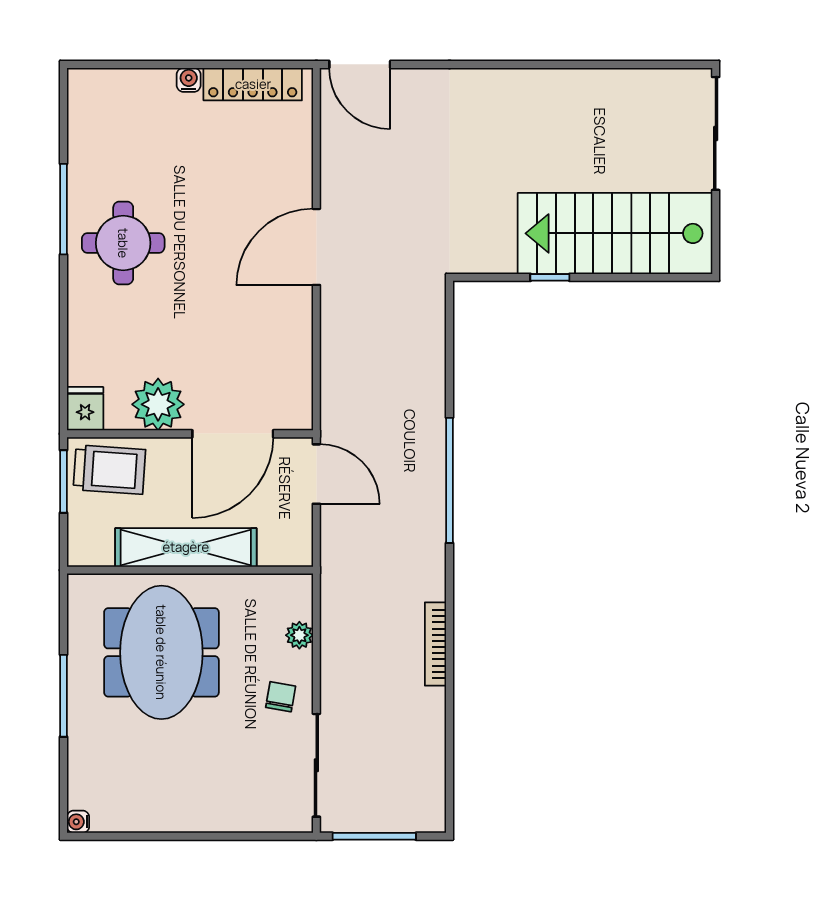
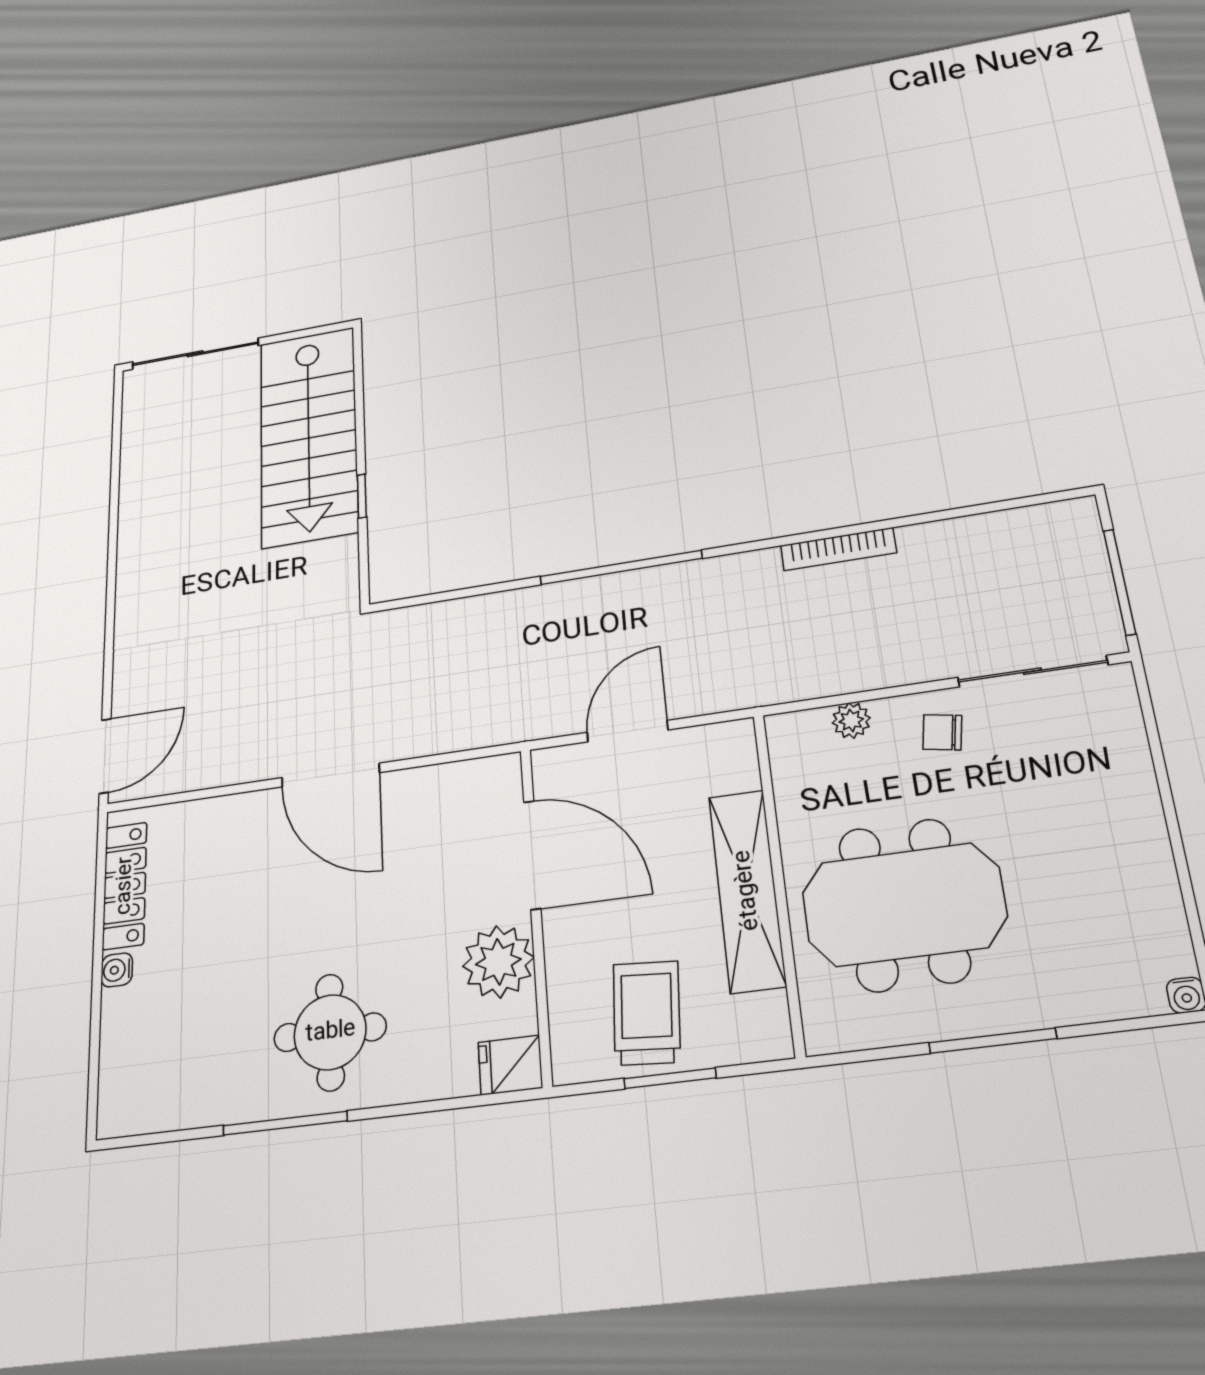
plant: (158, 404) -> (498, 962), moved
fridge: (85, 409) -> (510, 1065), moved
wall: (190, 434) -> (536, 912), moved
door: (233, 434) -> (532, 855), moved

